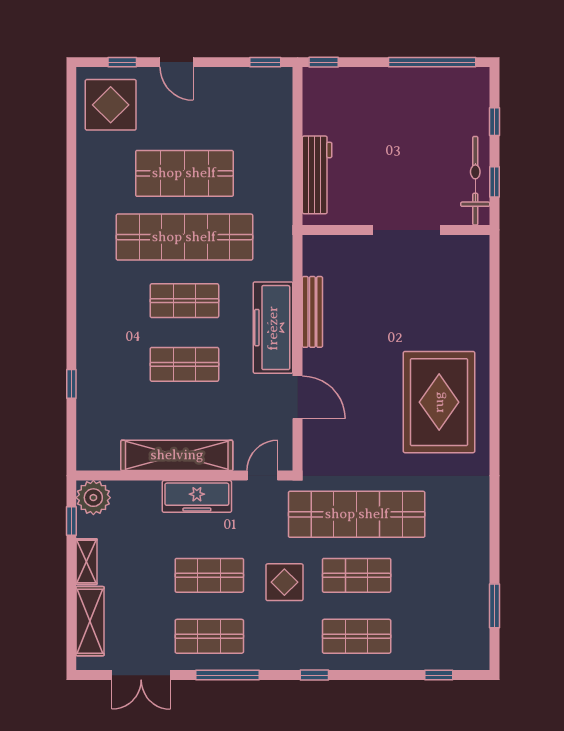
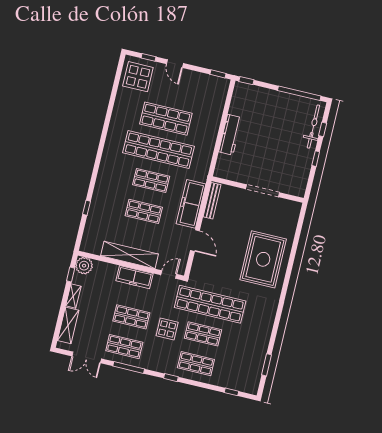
bicycle: (475, 181) -> (313, 127), moved
wall: (396, 230) -> (258, 190), moved
doorway: (406, 230) -> (263, 191), moved

